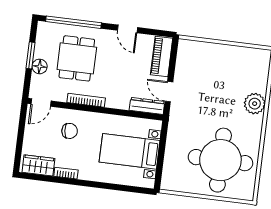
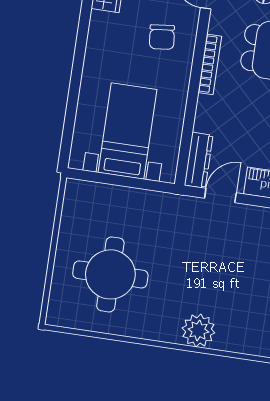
round table: (220, 160) -> (110, 274), width x0.73, depth x0.73
bookcase: (66, 173) -> (95, 30), removed

